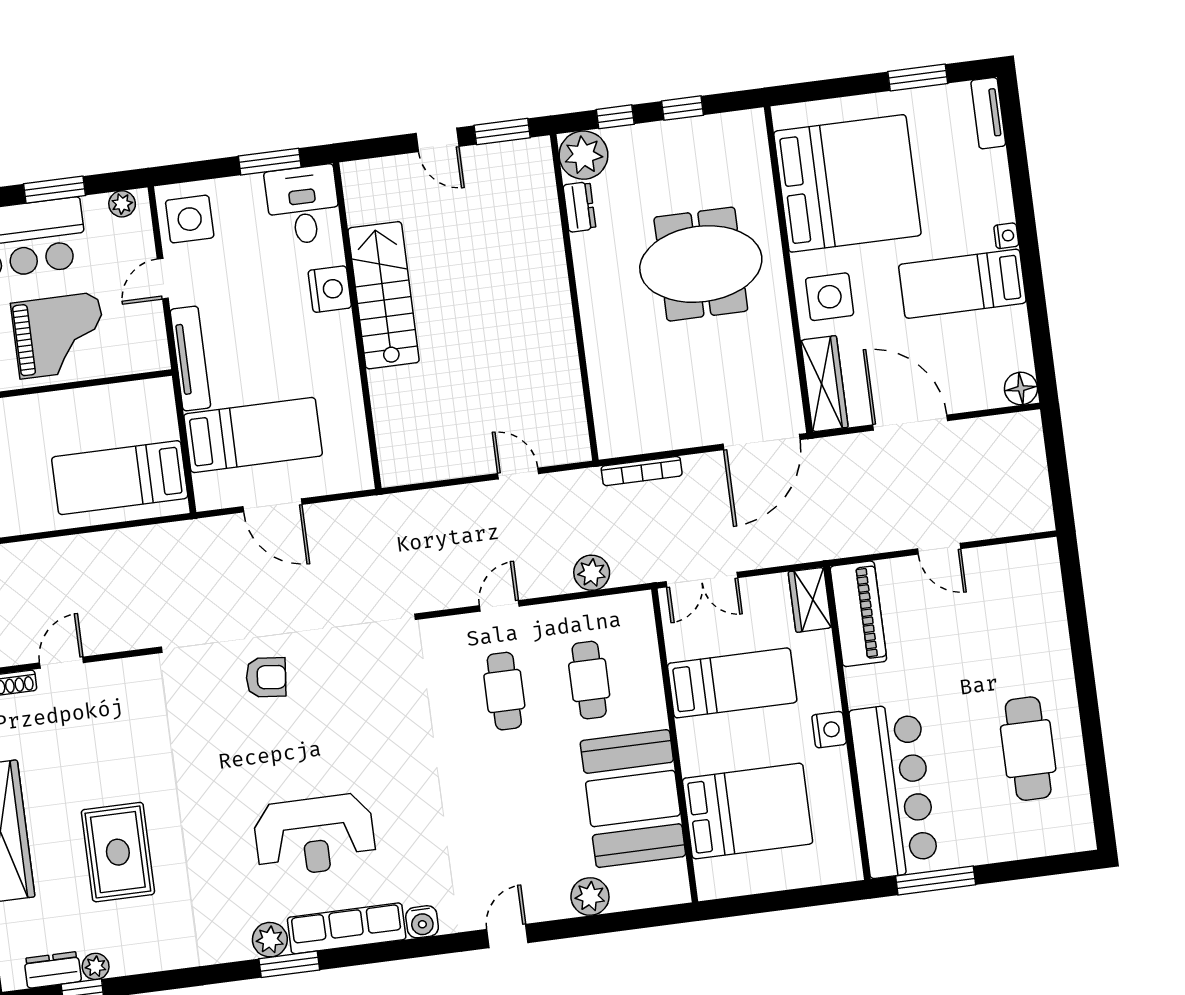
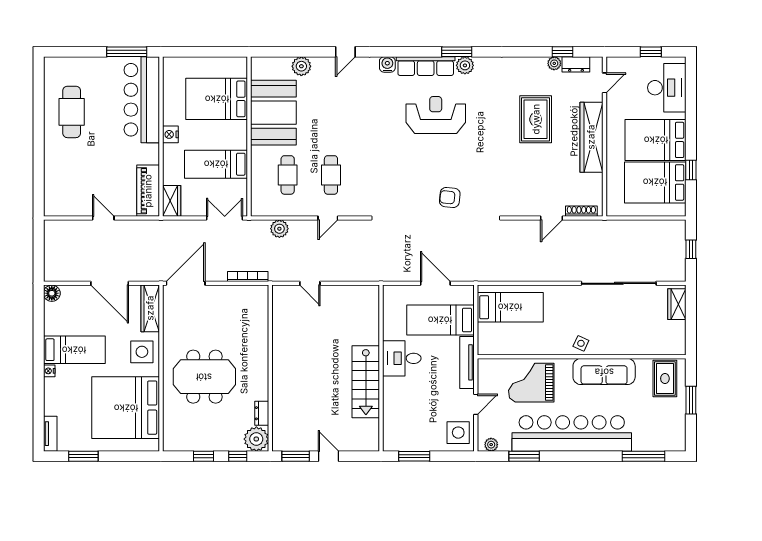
desk: (303, 205) -> (402, 358), moved, turned 90
nightstand: (330, 289) -> (392, 388), removed

